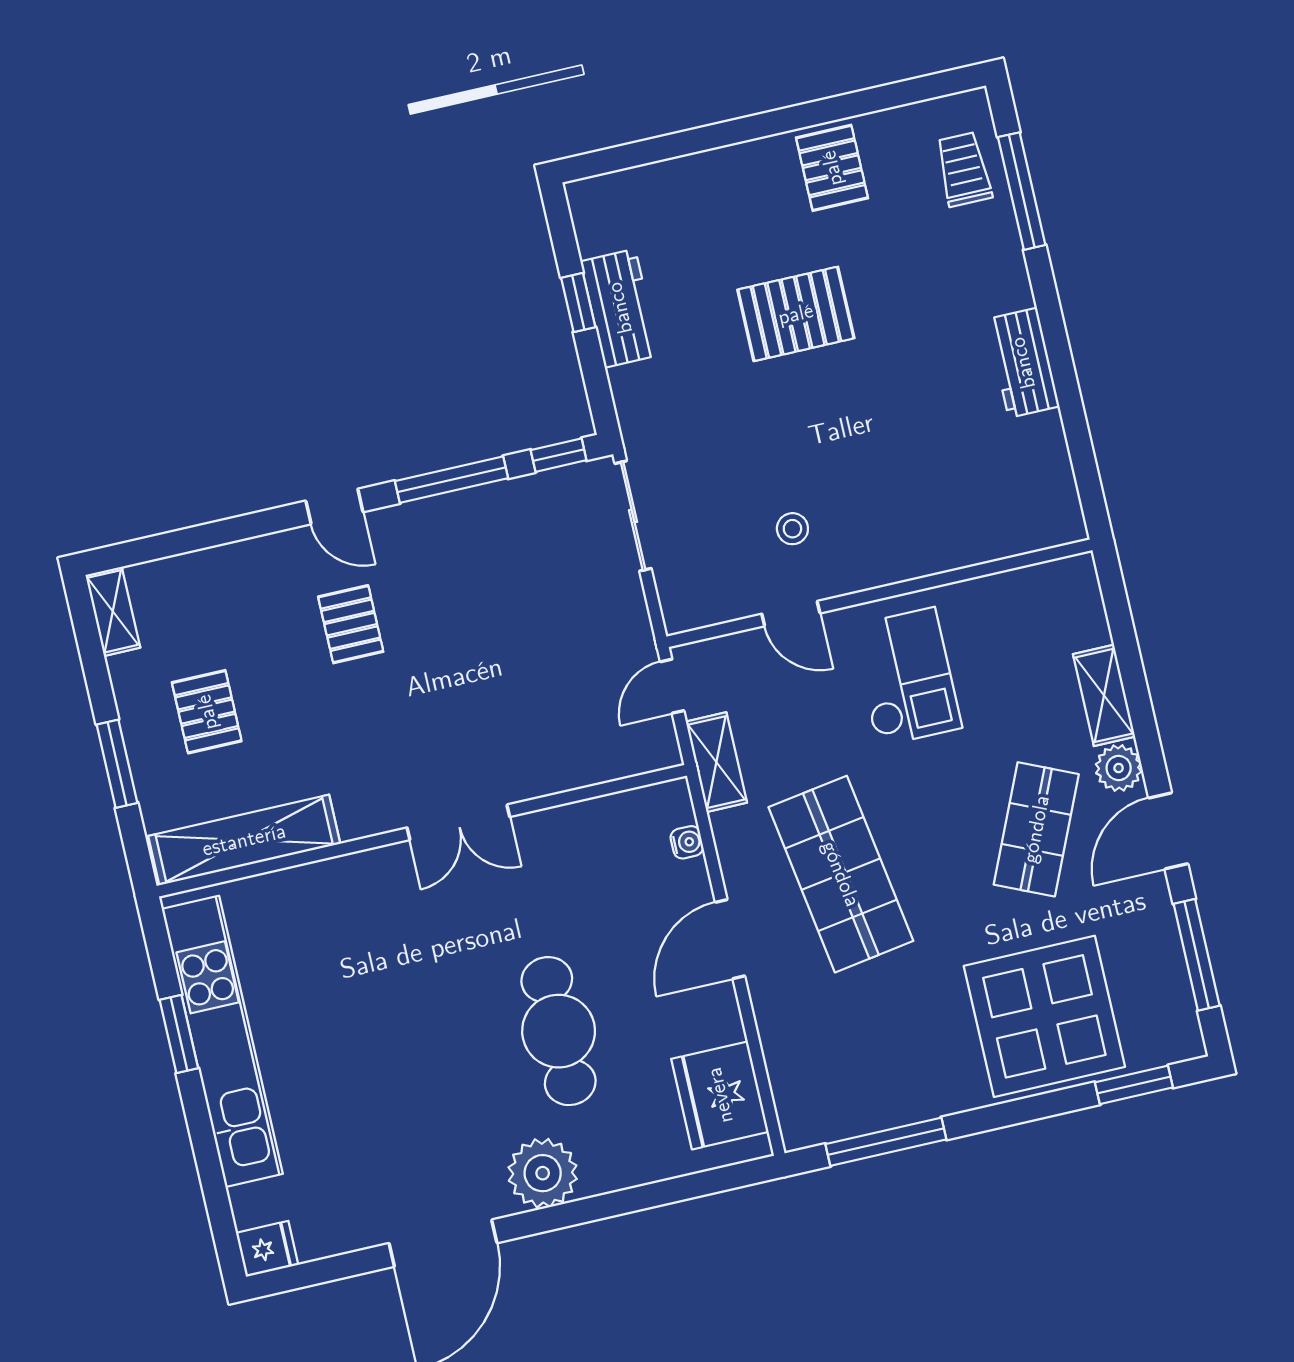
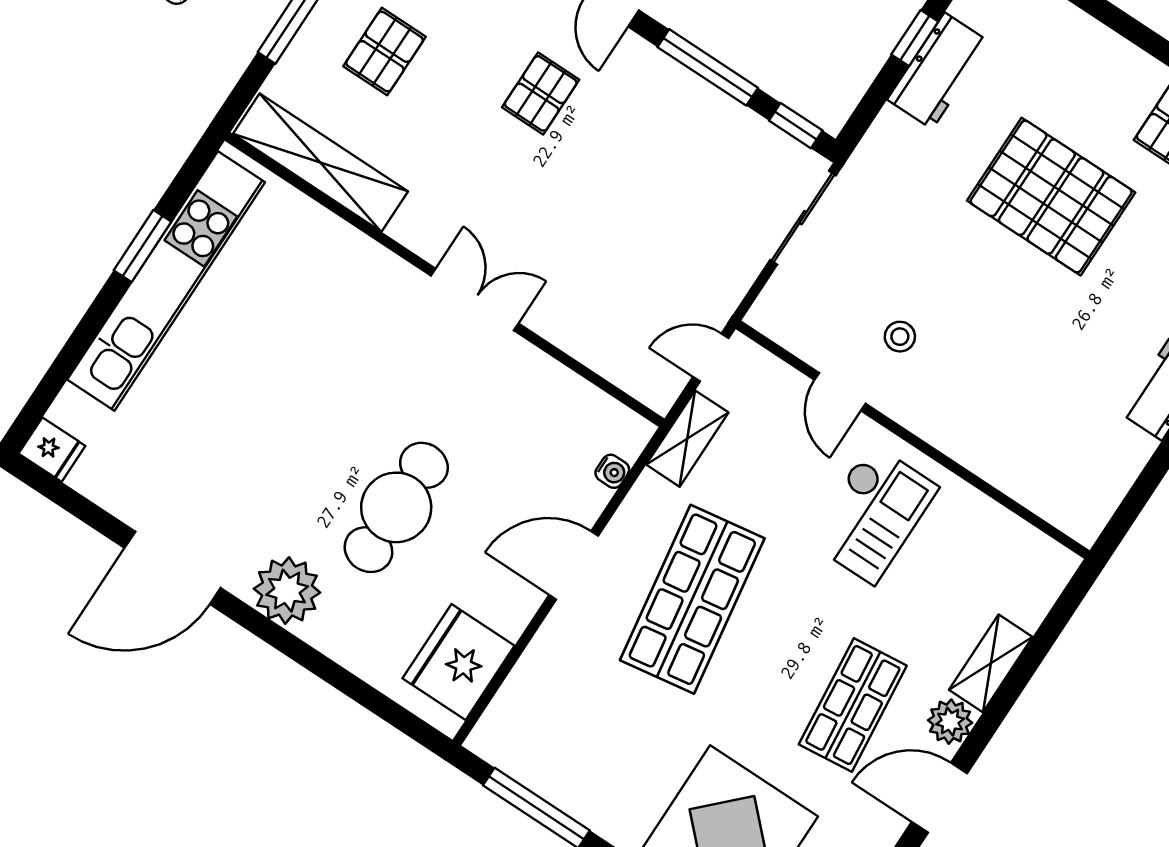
pallet: (796, 314) -> (1051, 197), width x1.37, depth x1.41
double door: (458, 822) -> (475, 299), swing flipped
shop shelf: (1036, 829) -> (853, 705), turned -30

